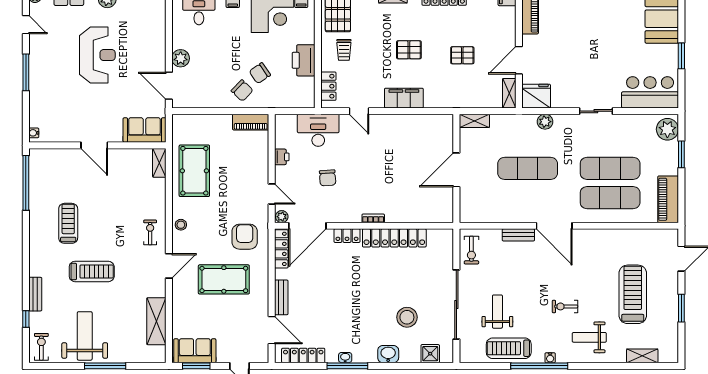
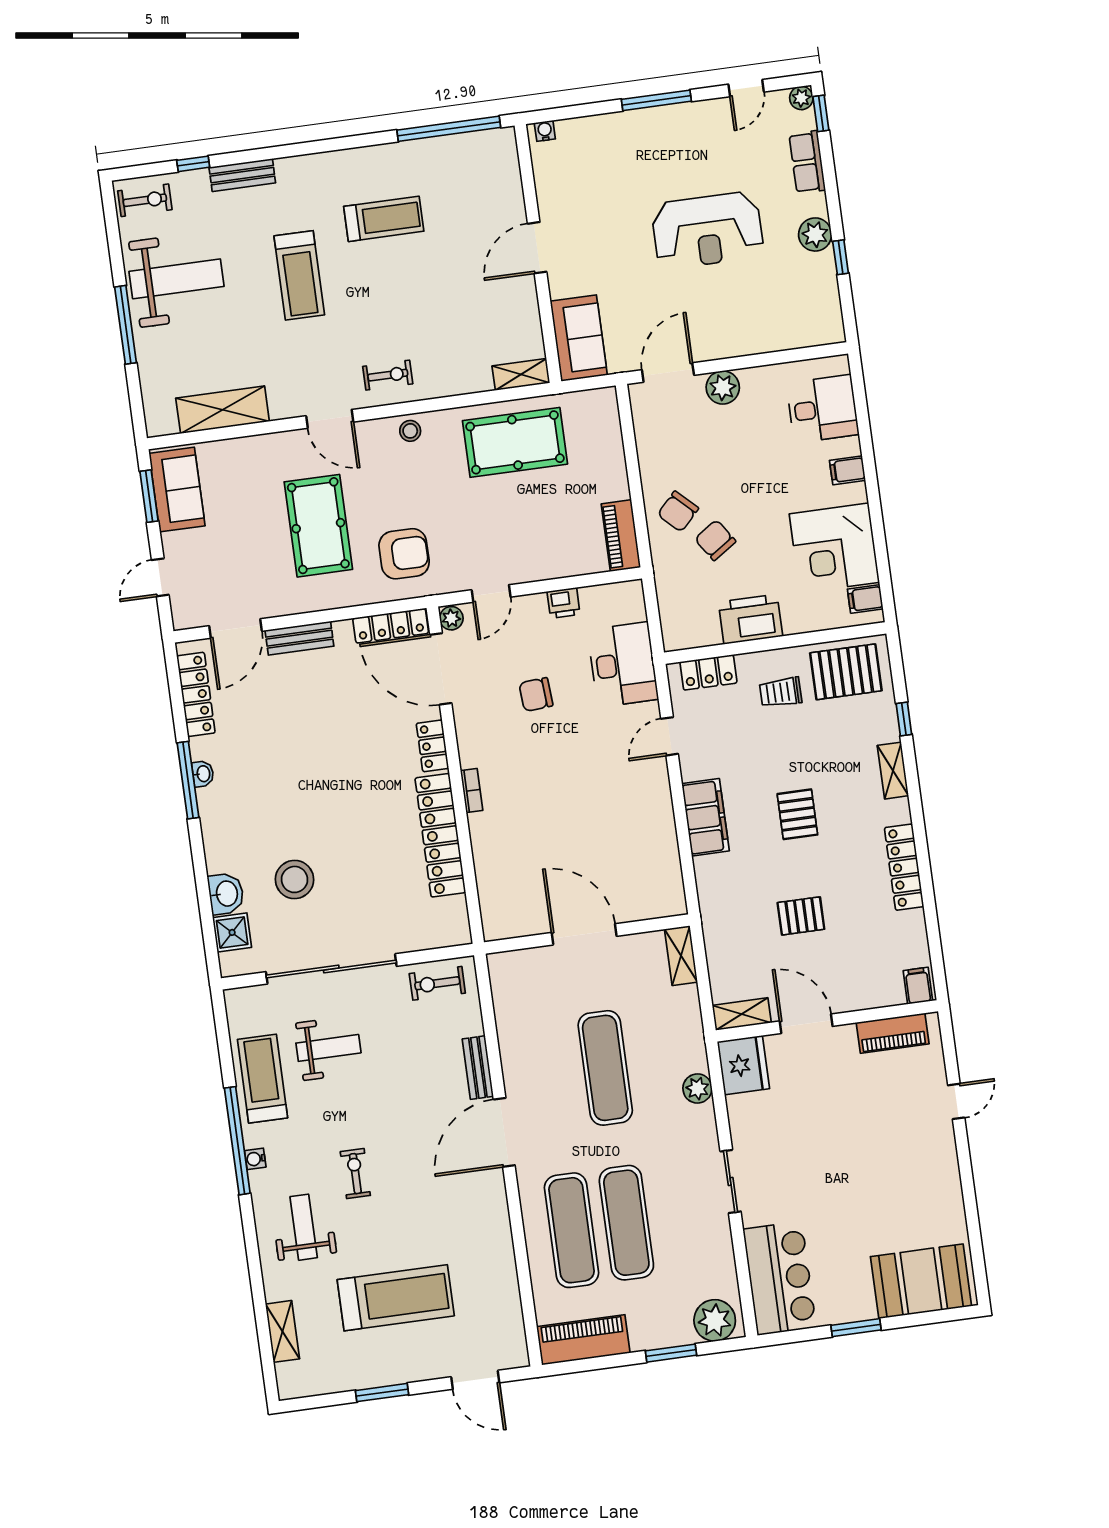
pallet: (462, 55) -> (801, 916), turned 90
washbasin: (388, 354) -> (226, 894), moved

